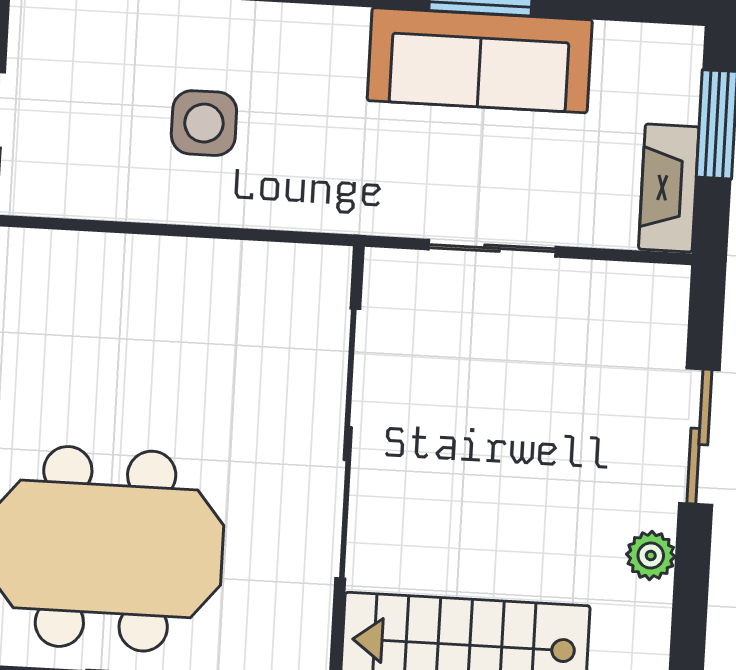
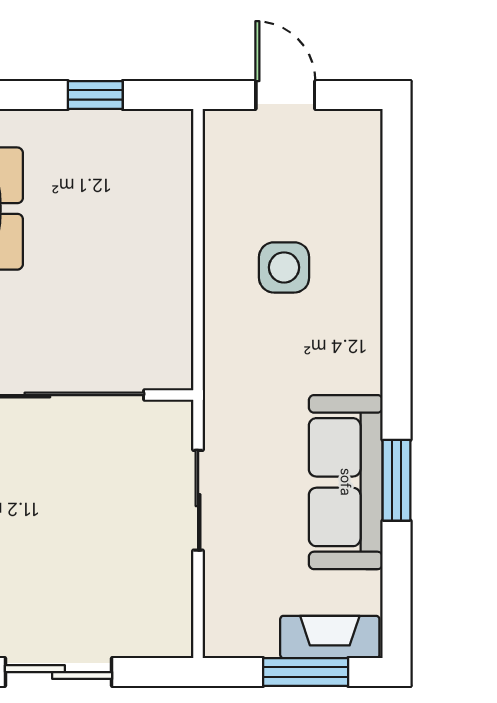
fireplace: (669, 188) -> (330, 637), moved

